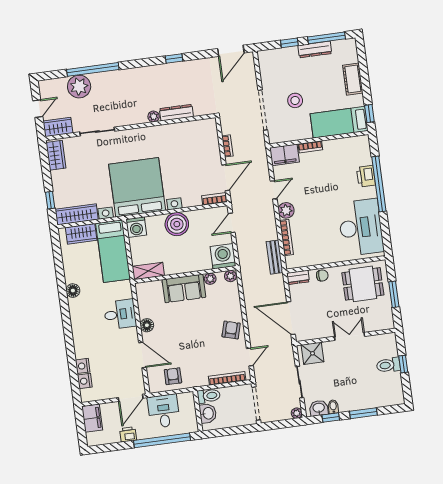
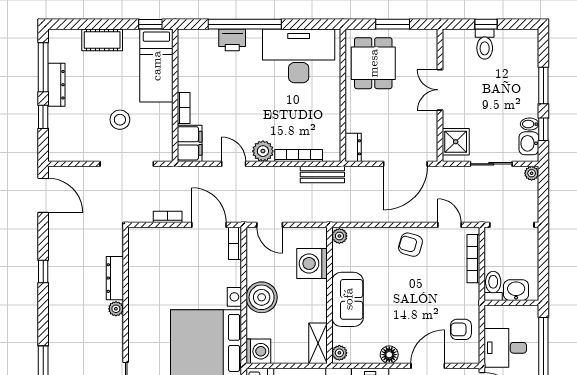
washing machine: (223, 256) -> (312, 263), moved
chair: (322, 275) -> (355, 115), removed
plant: (210, 279) -> (339, 353), moved

